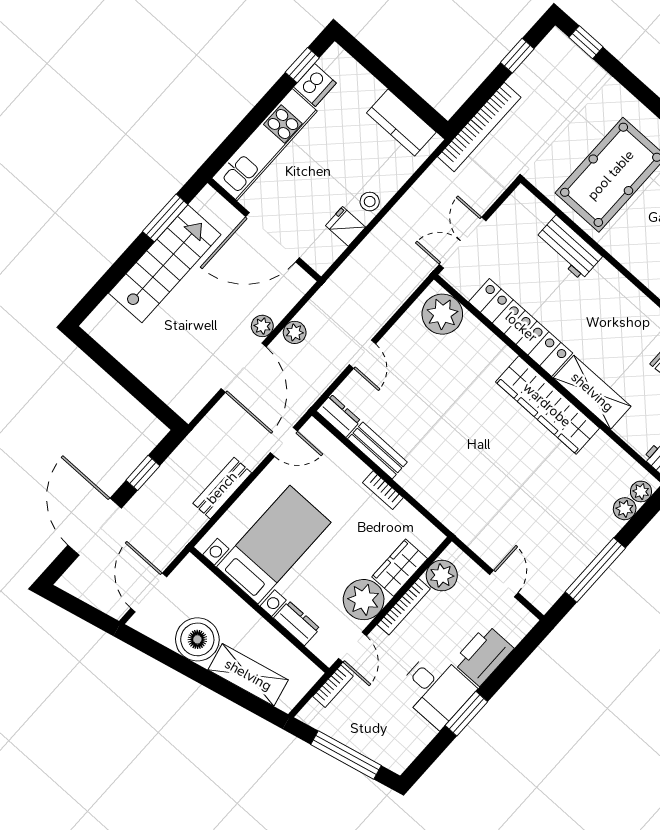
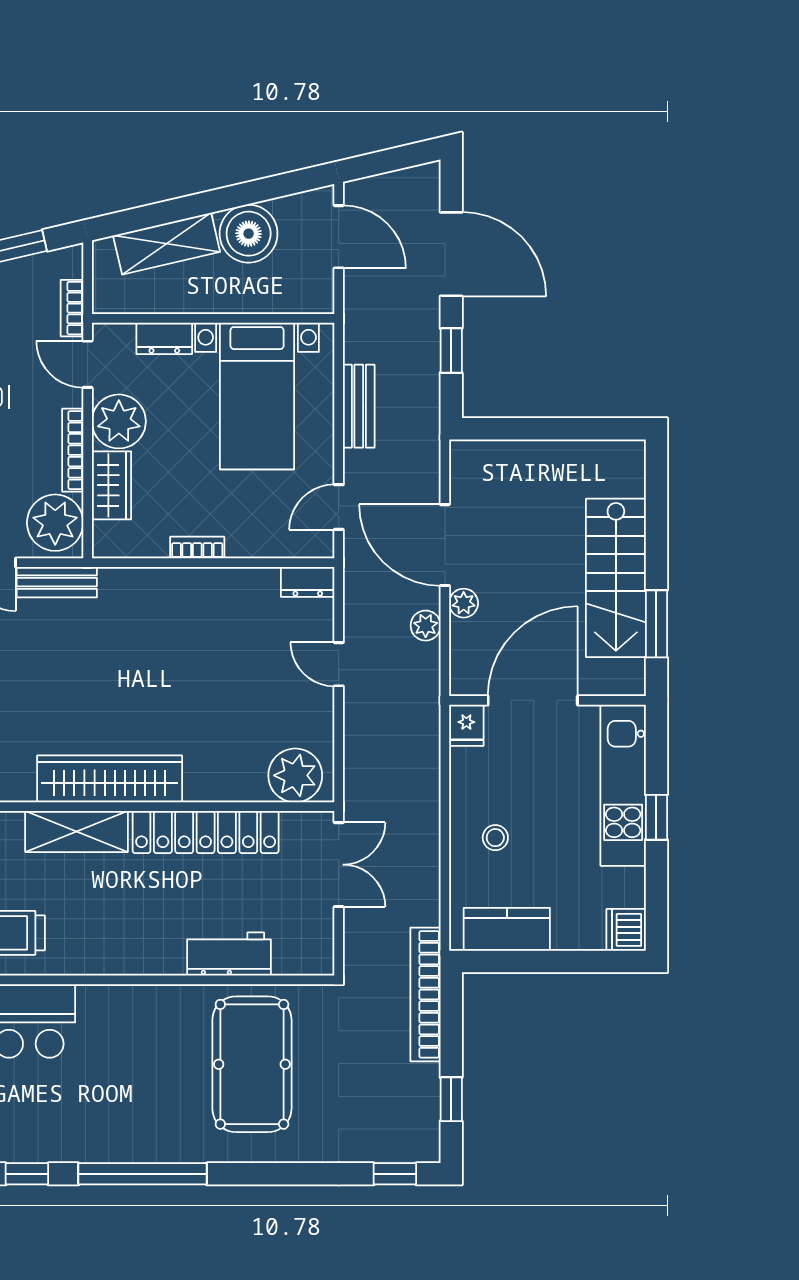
window: (302, 65) -> (656, 817), moved
dishwasher: (315, 85) -> (626, 930), moved
stool: (370, 202) -> (495, 838), moved
fridge: (345, 226) -> (466, 725), moved, turned 90
bench: (377, 450) -> (57, 582), moved
plant: (442, 575) -> (55, 523), width x1.36, depth x1.36

